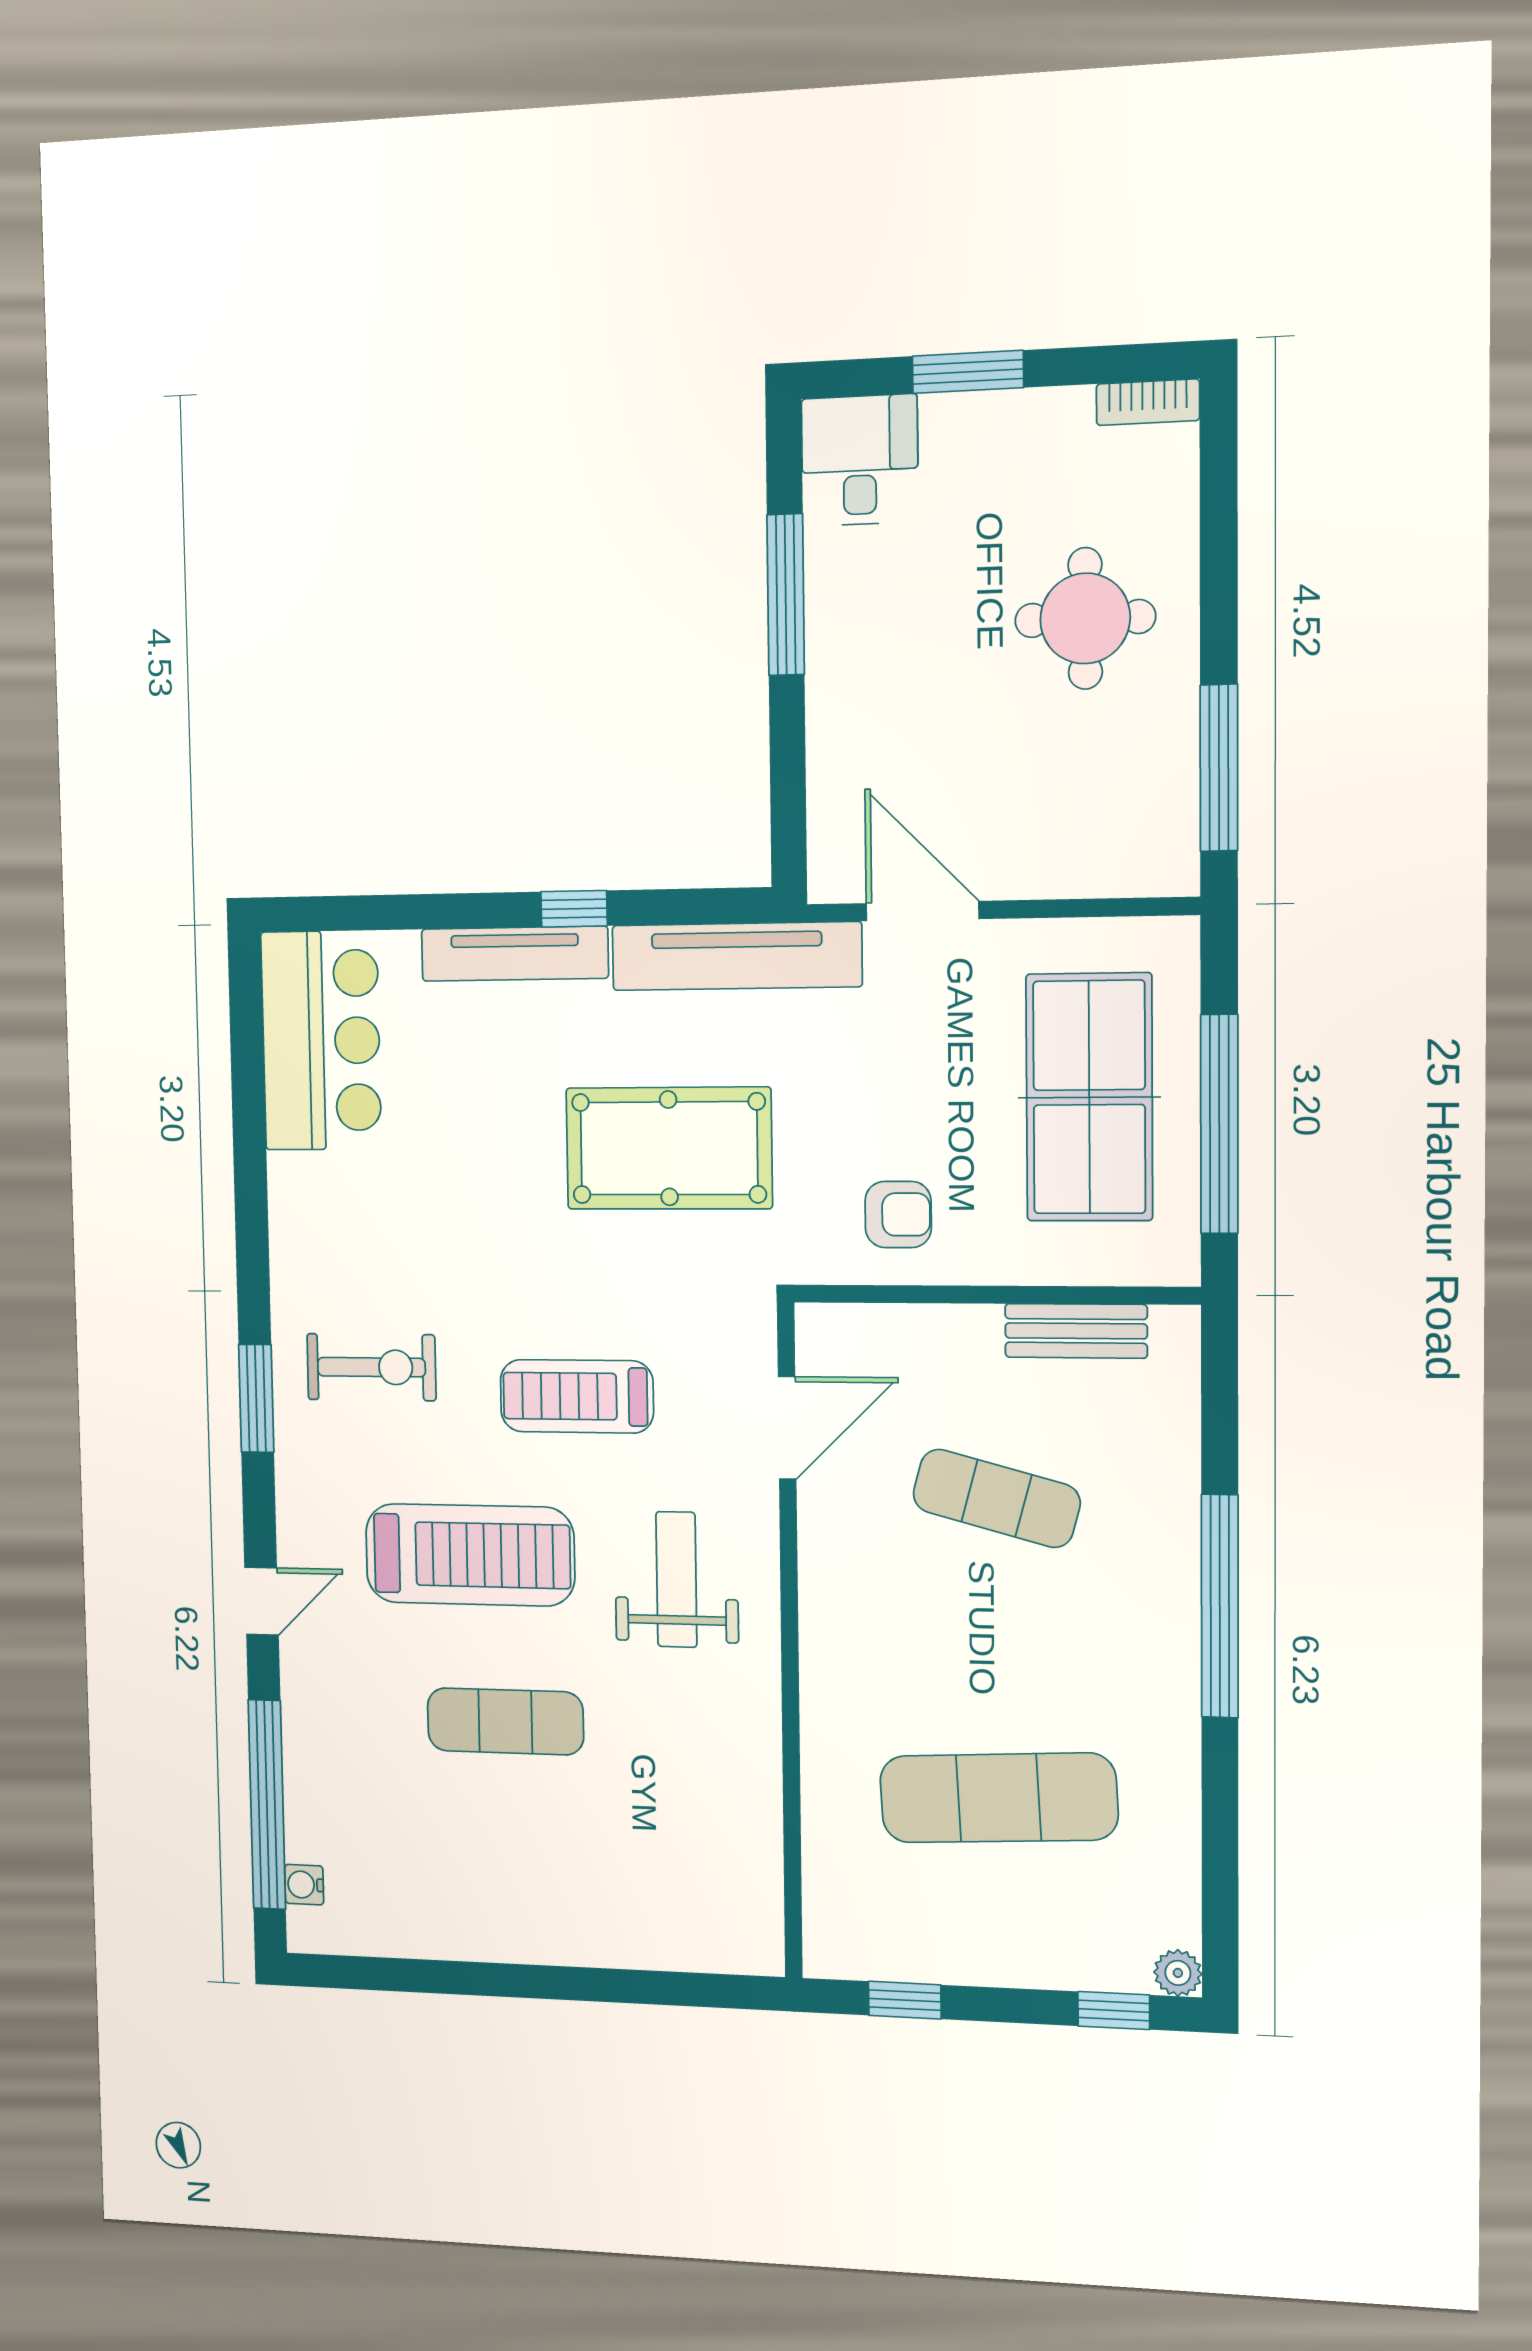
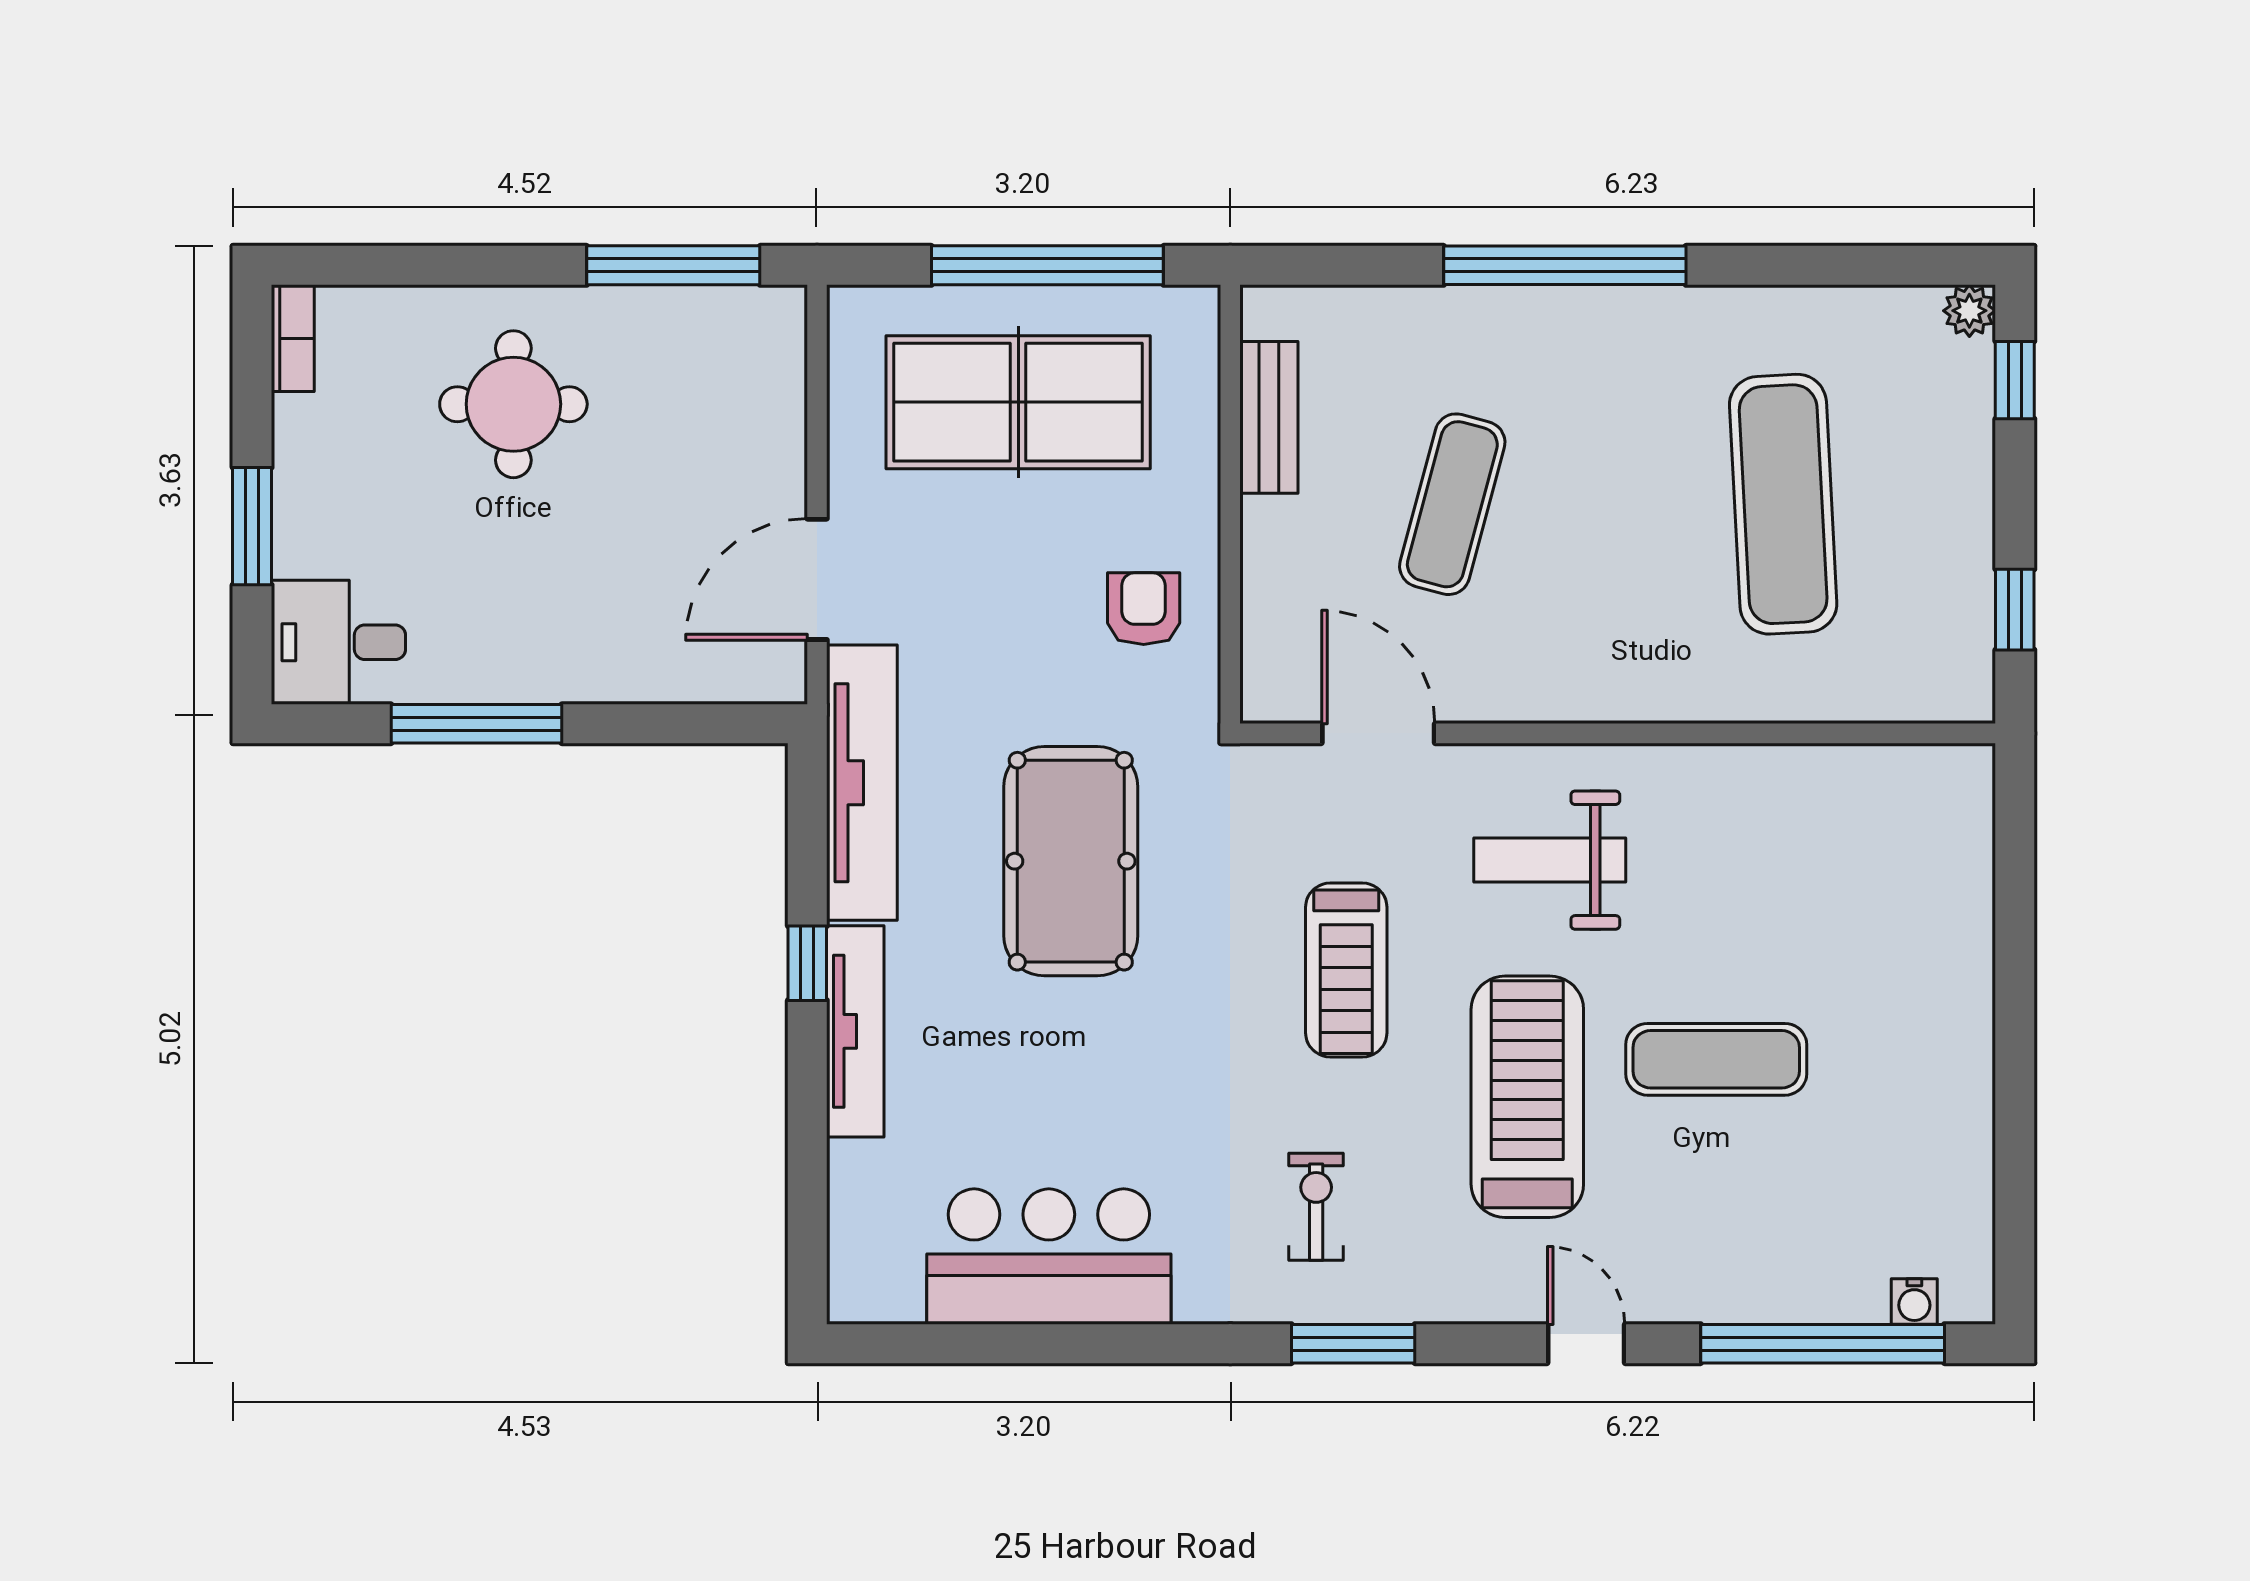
bar counter: (321, 1041) -> (1049, 1257), moved
exercise bike: (371, 1367) -> (1316, 1207), width x0.73, depth x0.72
exercise mat: (505, 1721) -> (1716, 1059), turned 90

